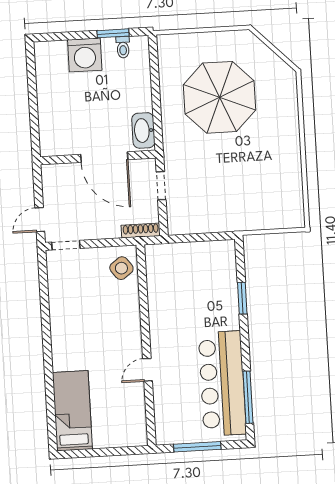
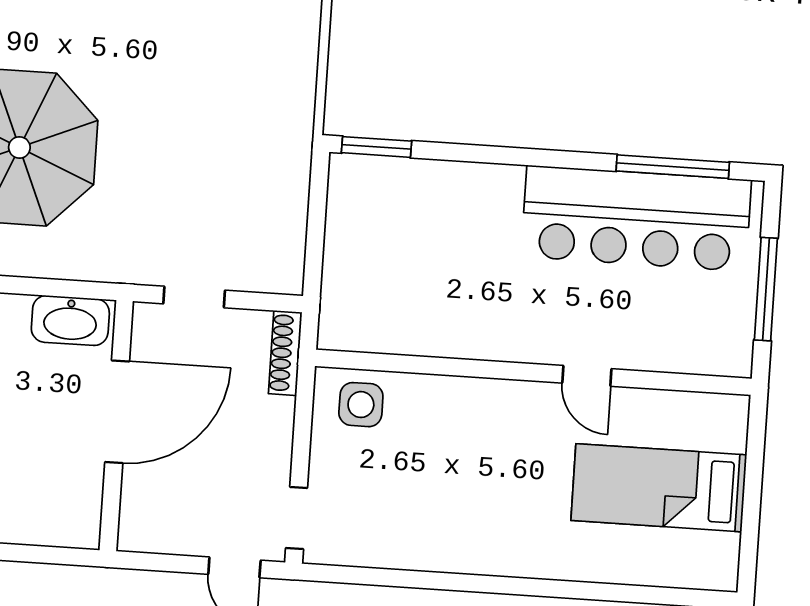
side table: (121, 268) -> (361, 405), turned 37
window: (242, 298) -> (377, 147), moved
bed: (72, 411) -> (659, 488), moved

